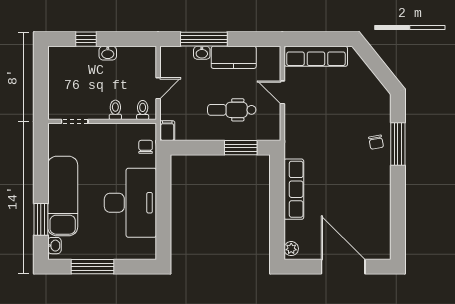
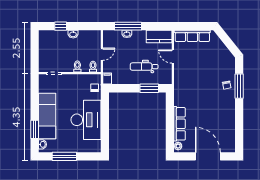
kitchen counter: (234, 57) -> (159, 36), moved
row of seats: (294, 189) -> (180, 124), moved

